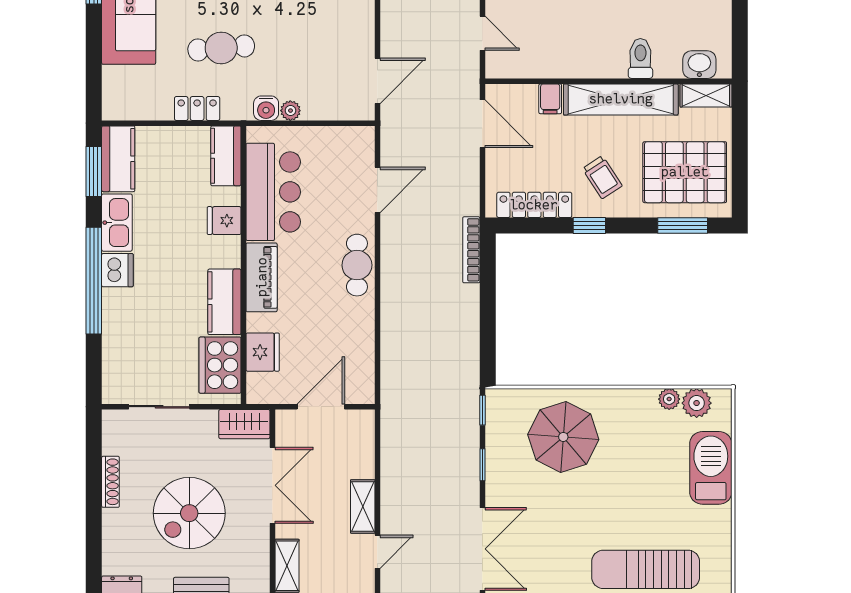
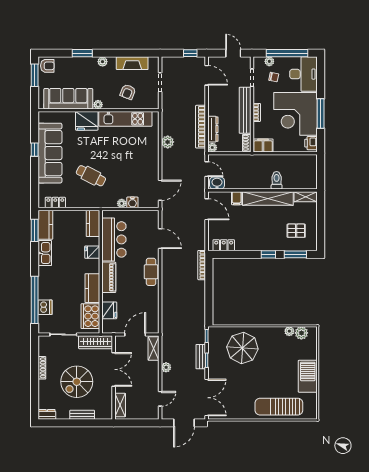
cafe table: (221, 48) -> (91, 176), turned 32
washbasin: (699, 65) -> (217, 183), moved
locker: (197, 108) -> (55, 203), moved
water cooler: (266, 108) -> (132, 202), moved
pallet: (685, 172) -> (296, 231), width x0.49, depth x0.50
trolley: (602, 177) -> (260, 233), removed
door: (377, 190) -> (160, 239), hinge flipped
locker: (534, 205) -> (224, 245), width x0.66
window: (589, 226) -> (268, 254), moved
dishwasher: (117, 270) -> (45, 307), moved
window: (94, 281) -> (35, 300), moved
wardrobe: (244, 424) -> (96, 342), width x1.50
bench: (469, 456) -> (201, 357), added
barbecue: (711, 468) -> (308, 376), moved
plant: (391, 481) -> (166, 367), added
shelving: (363, 506) -> (154, 349), moved

